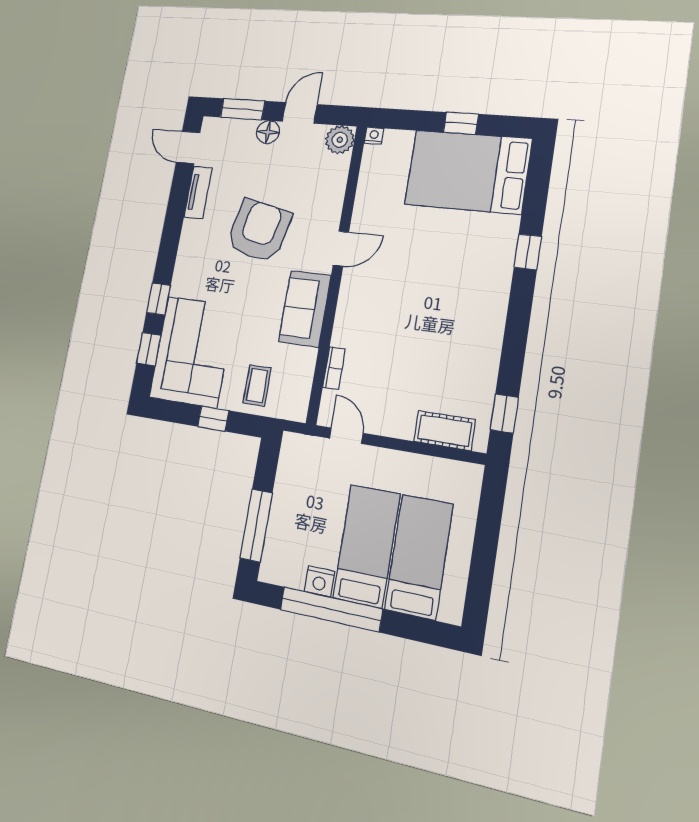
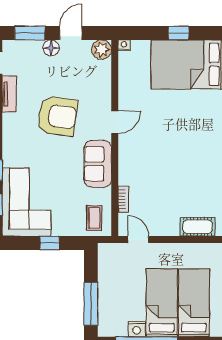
armchair: (259, 231) -> (57, 116), turned 86
coffee table: (257, 386) -> (94, 218), moved

